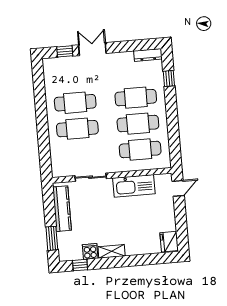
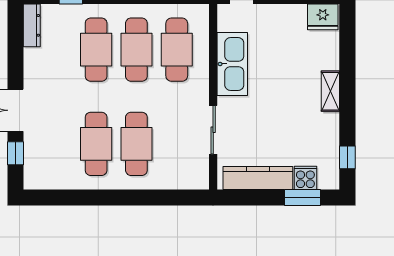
cooker: (90, 251) -> (305, 178), moved, turned 90
shelving: (112, 251) -> (330, 91), moved

